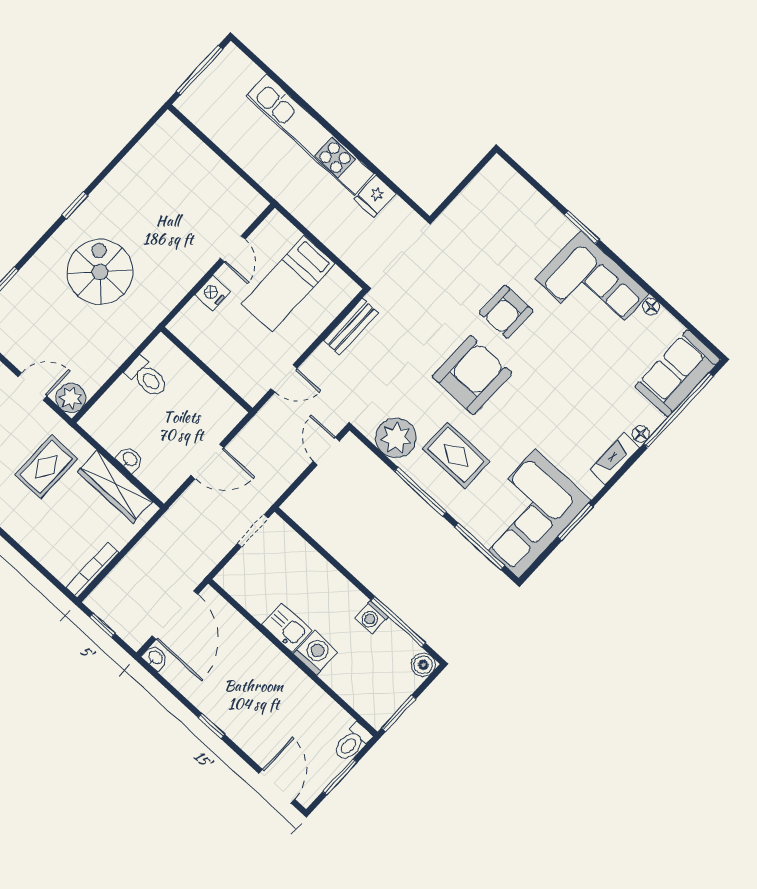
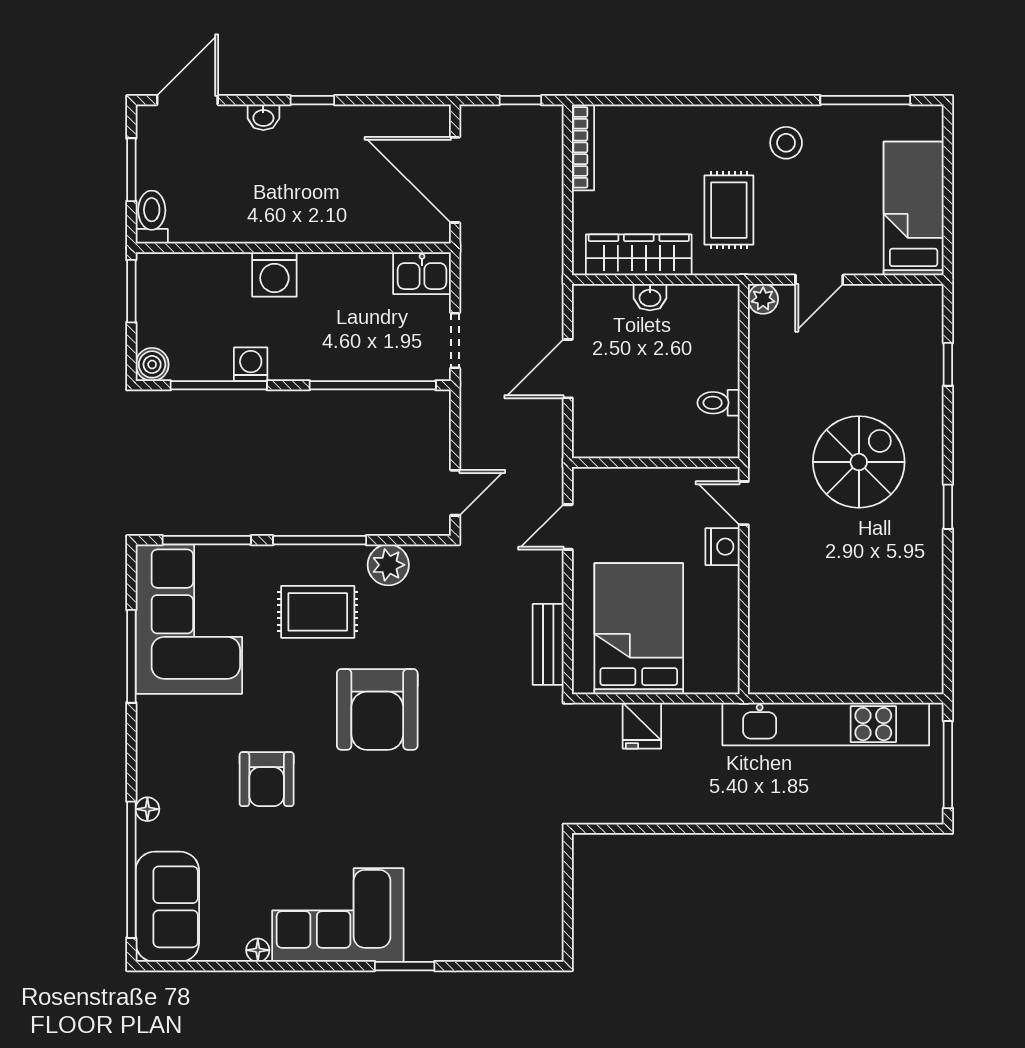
kitchen unit: (310, 135) -> (826, 724), moved, turned 180
fridge: (375, 196) -> (642, 726), moved, turned 180
door: (233, 249) -> (744, 503), moved
spiral stairs: (100, 272) -> (859, 462), turned -90
bed: (288, 284) -> (639, 629), width x1.50
armchair: (506, 312) -> (267, 779), moved, turned 180
toilet: (147, 377) -> (718, 403), width x0.73, depth x0.72
plant: (71, 398) -> (763, 299), width x0.73, depth x0.73
plant: (396, 438) -> (388, 565), width x0.73, depth x0.73
door: (326, 451) -> (455, 493), hinge flipped
fireplace: (615, 459) -> (151, 759), removed
window: (575, 522) -> (131, 656), width x1.44
window: (318, 547) -> (373, 385), added
kitchen sink: (287, 627) -> (422, 273), moved
washbasin: (155, 658) -> (263, 117), moved
door: (277, 786) -> (187, 100), swing flipped

